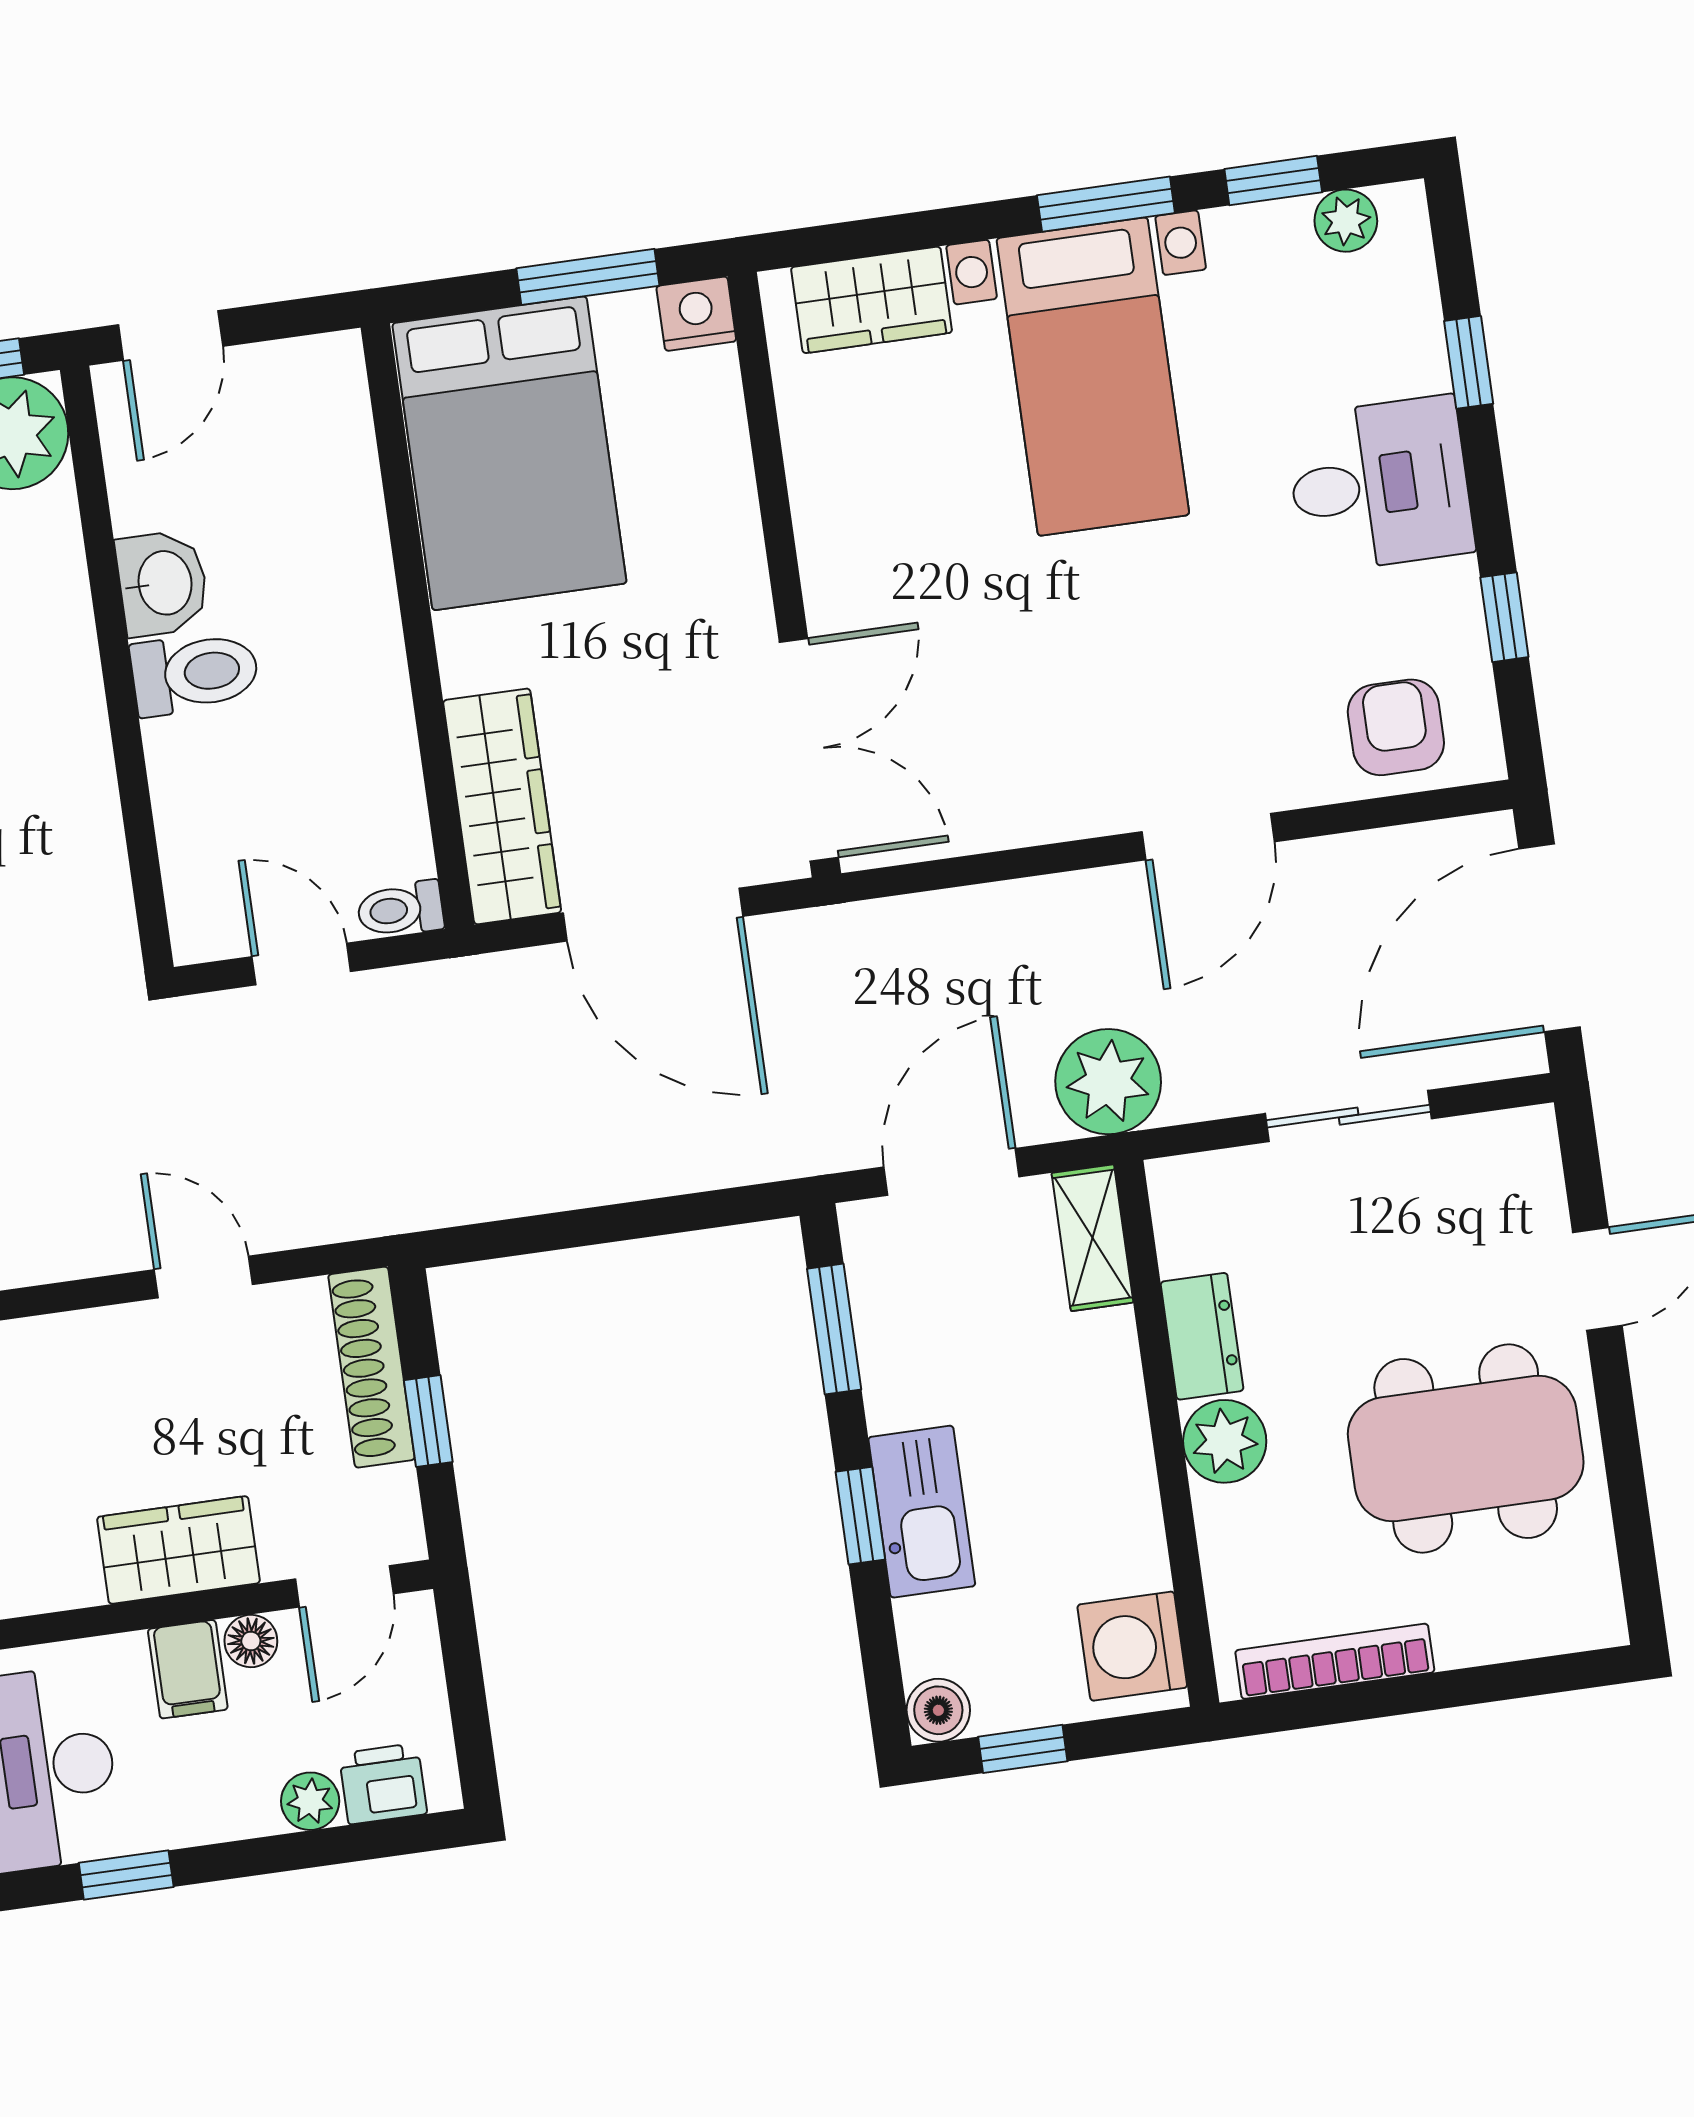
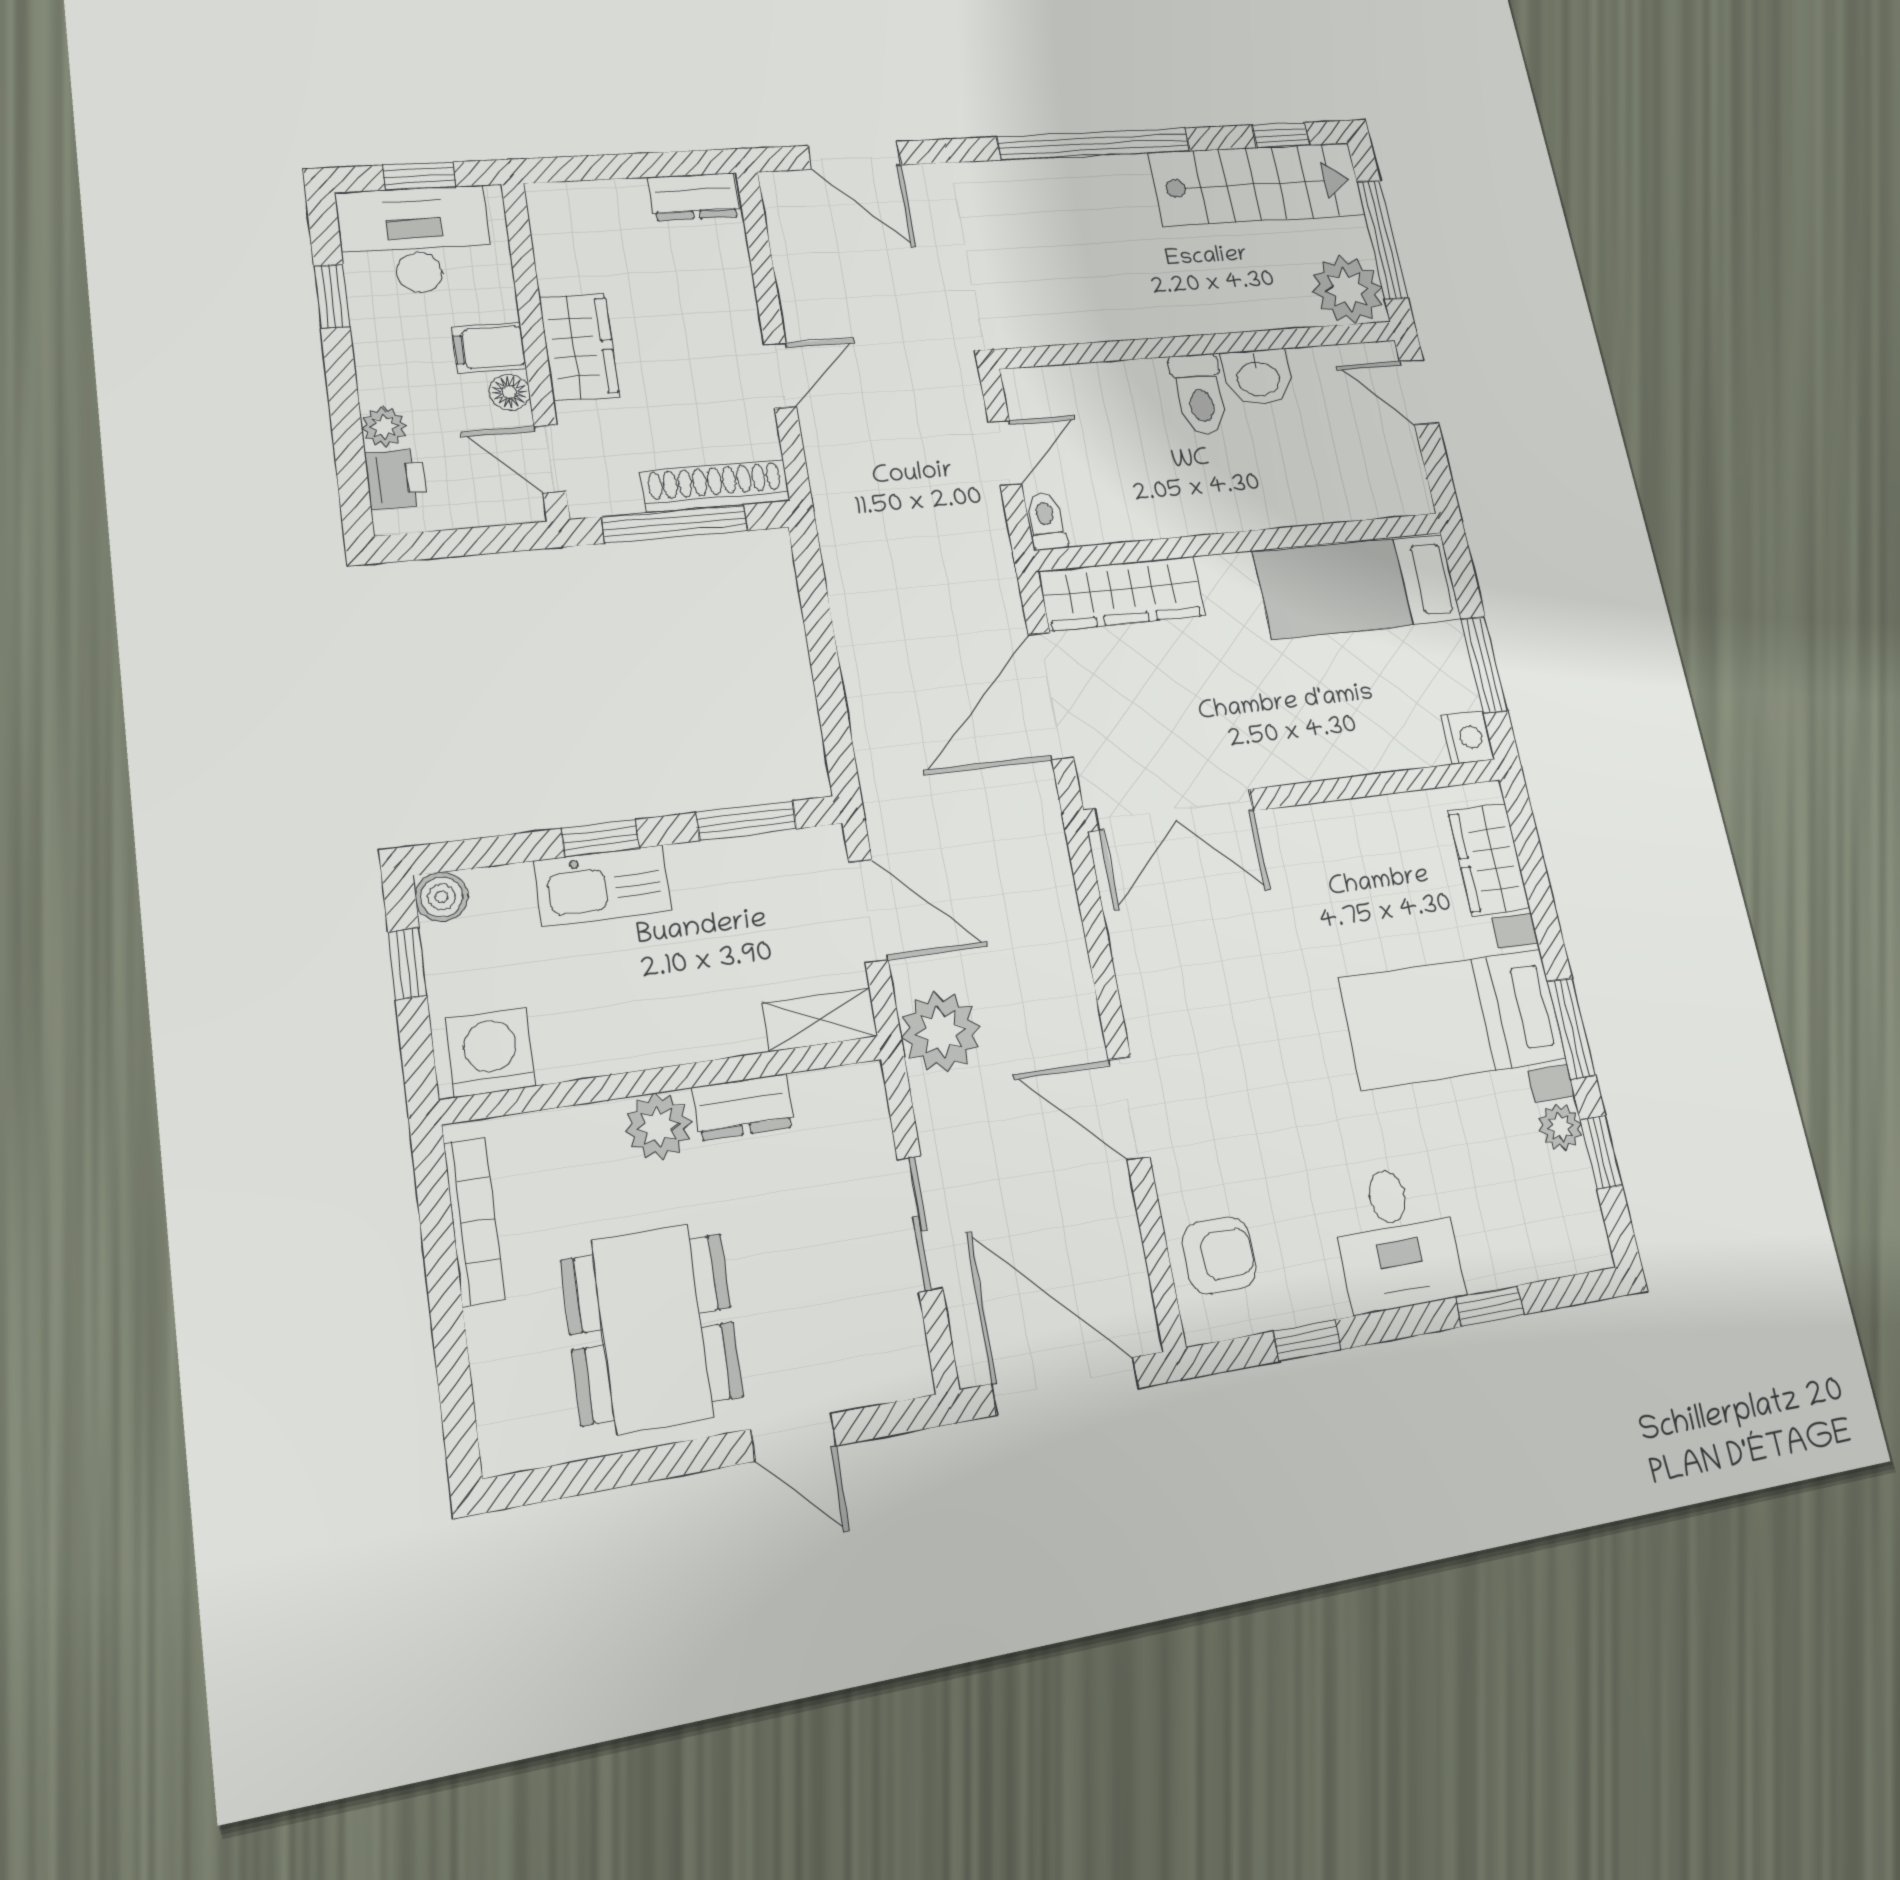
plant: (1346, 221) -> (1561, 1127), moved
bed: (509, 453) -> (1358, 586), width x0.67
window: (428, 1421) -> (675, 524), width x2.17

